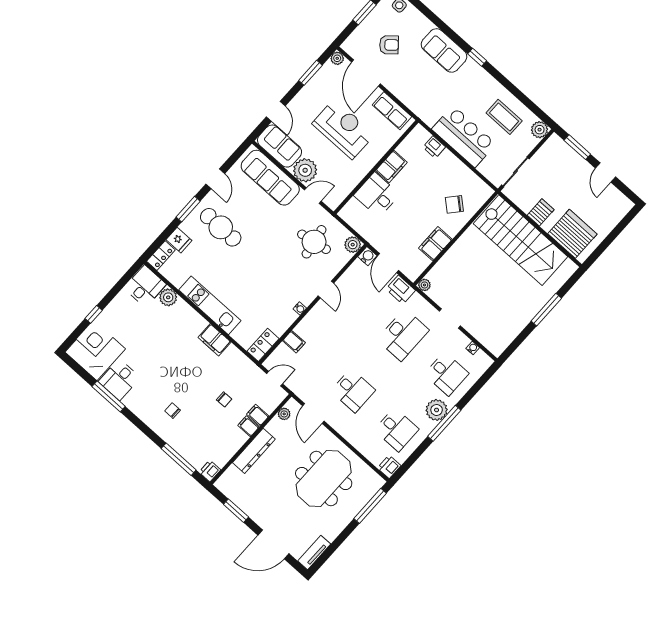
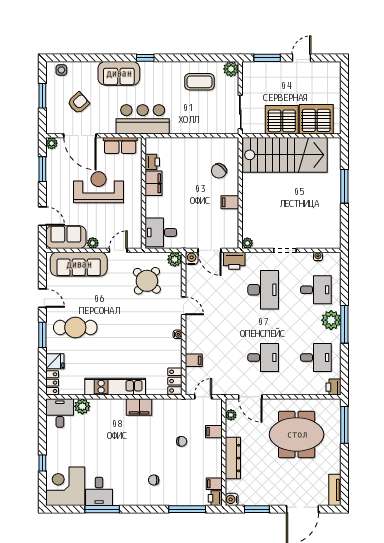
bar counter: (464, 137) -> (143, 119), moved
printer: (434, 147) -> (152, 162), moved, turned -90
plant: (305, 170) -> (93, 243), width x0.53, depth x0.53
door: (606, 172) -> (301, 58), swing flipped
desk: (377, 195) -> (161, 232), moved
server rack: (541, 212) -> (282, 120), width x2.18, depth x1.44
round table: (314, 242) -> (147, 281), turned -38
filing cabinet: (435, 244) -> (230, 202), width x0.50
filing cabinet: (248, 426) -> (214, 484), moved
meeting table: (324, 478) -> (297, 434), turned 90
water cooler: (222, 484) -> (232, 499), added

